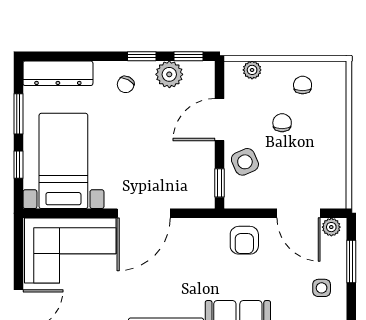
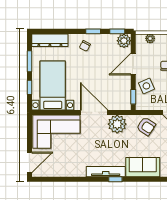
plant: (169, 74) -> (124, 41), moved
door: (144, 213) -> (94, 112), swing flipped
plant: (188, 236) -> (117, 124), added
armchair: (244, 240) -> (146, 126), turned -57

